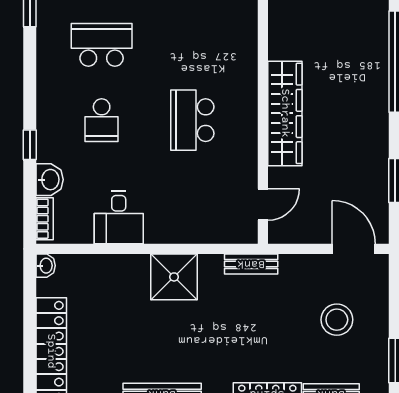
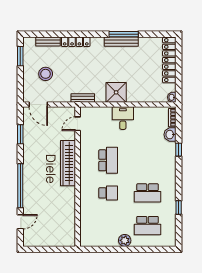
school desk: (102, 120) -> (108, 193), moved, turned 90
desk: (119, 217) -> (123, 118), moved

